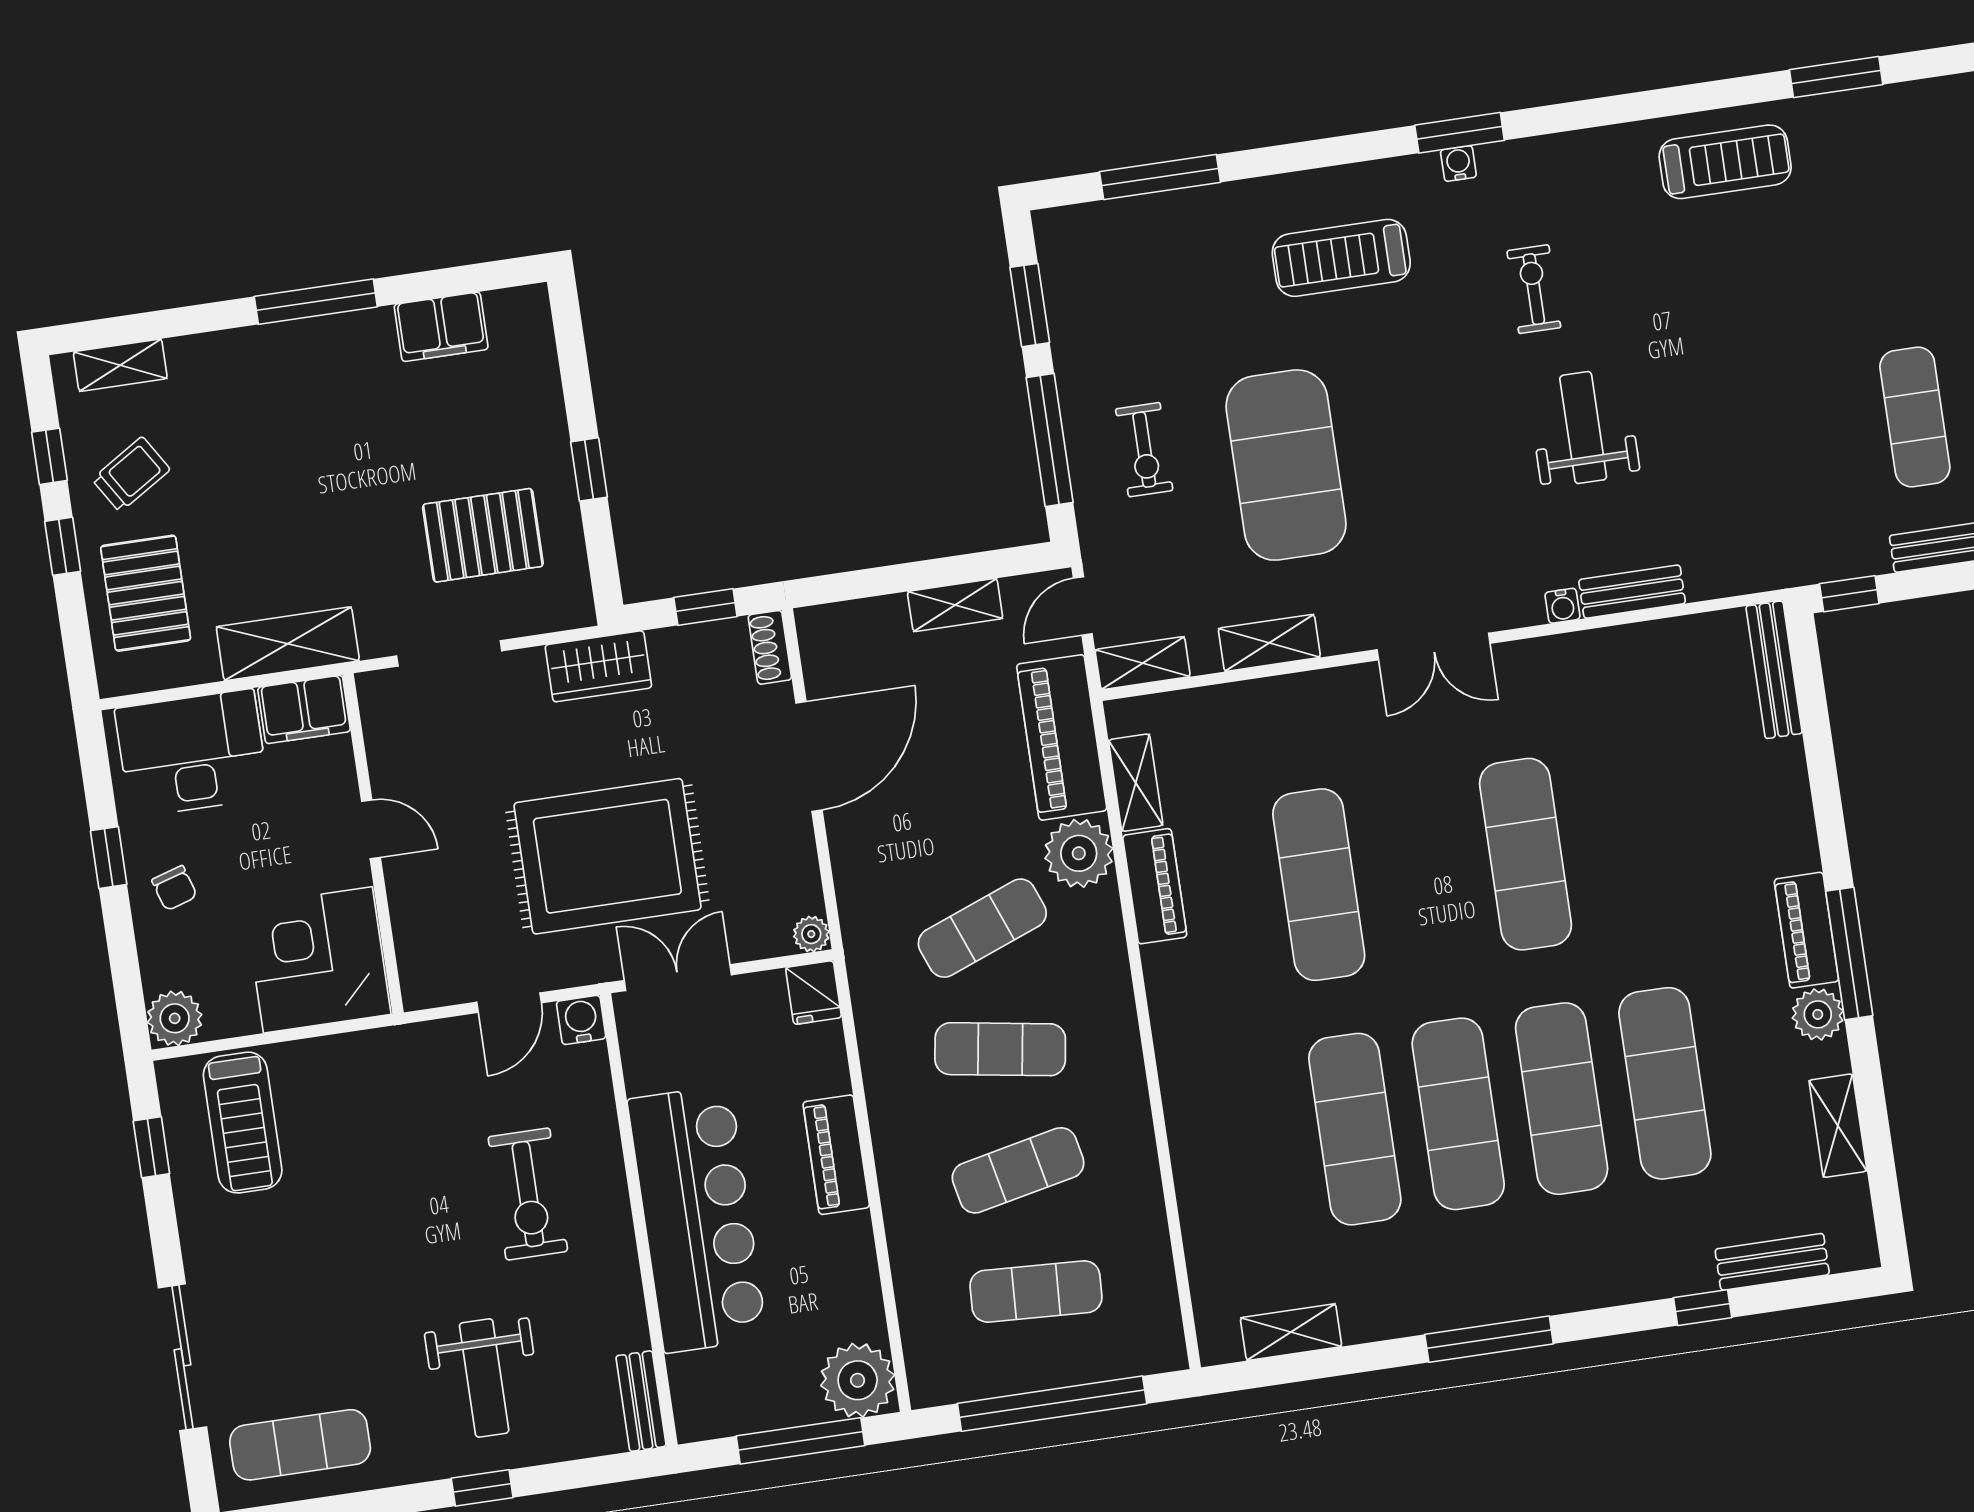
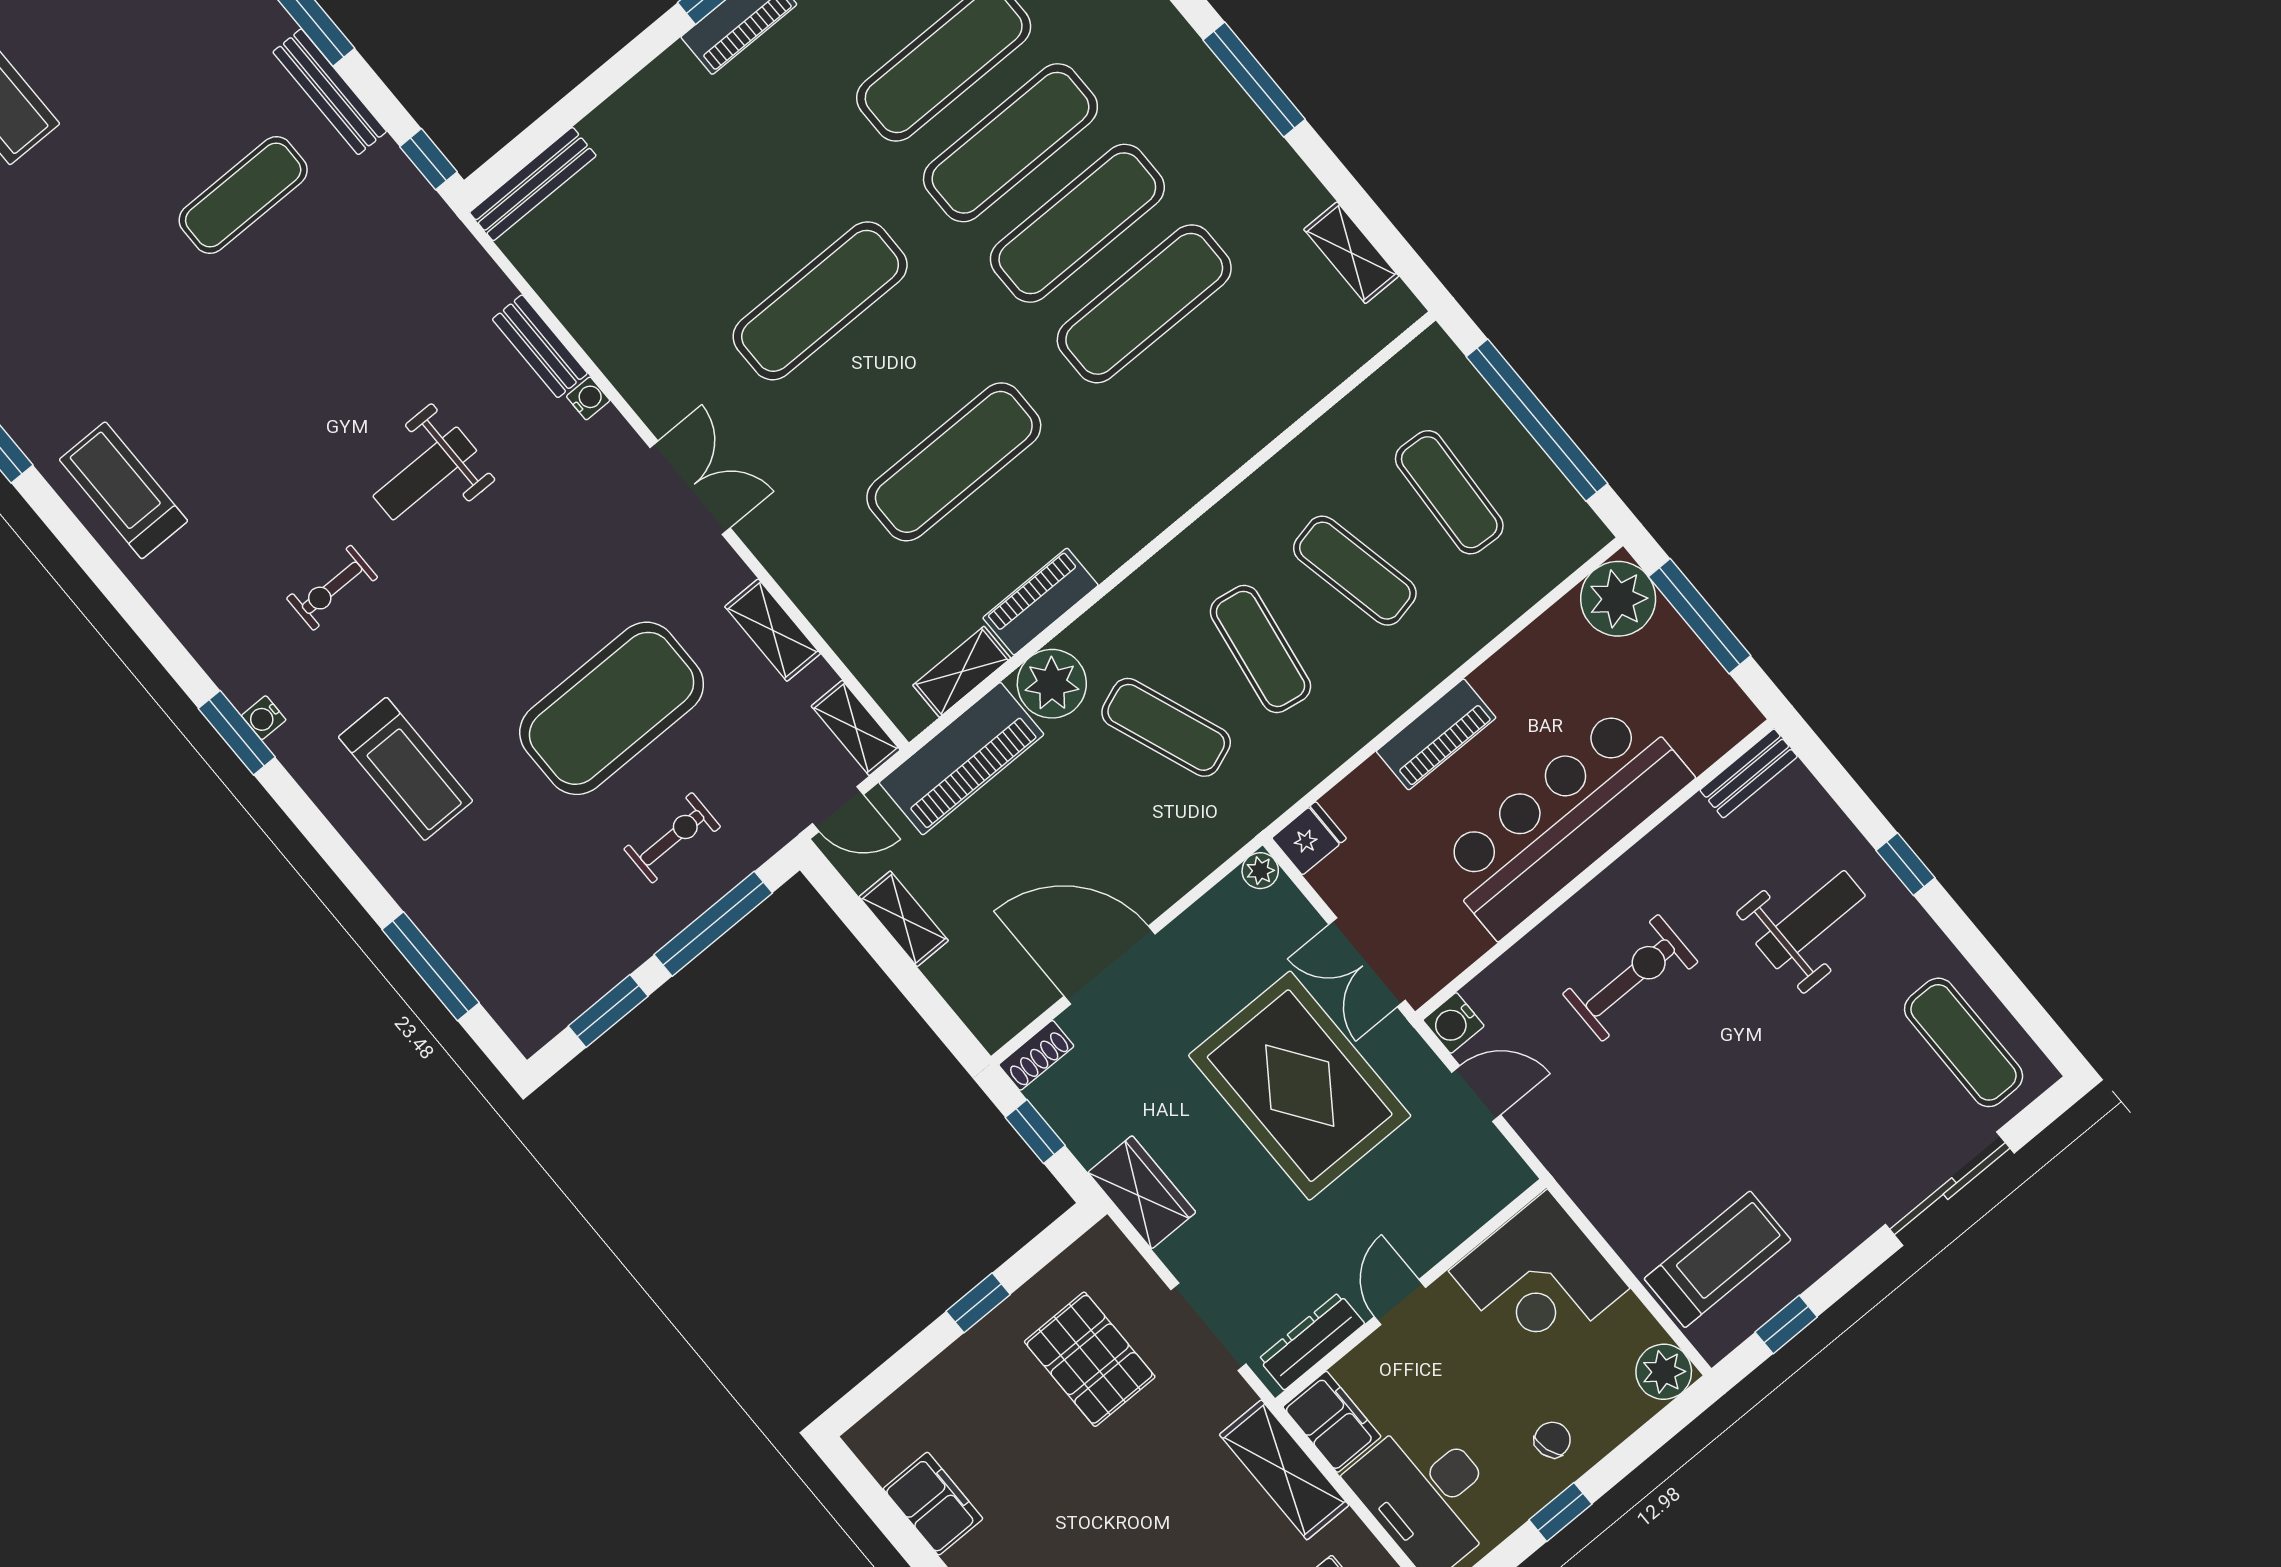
dresser: (383, 734) -> (1312, 1341), added

